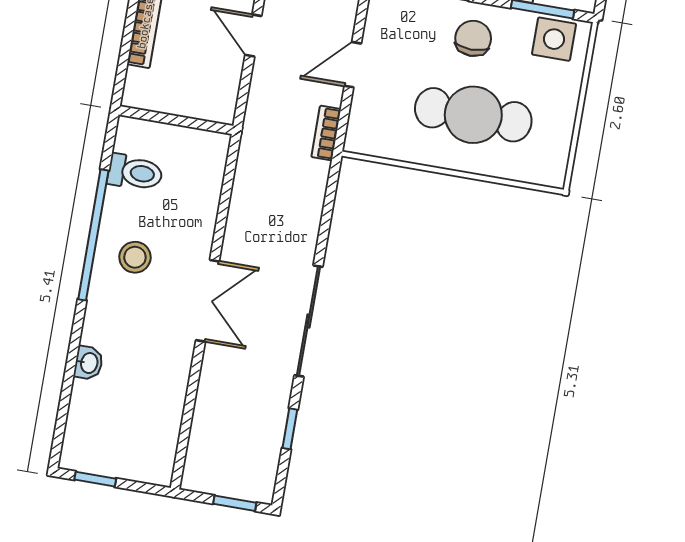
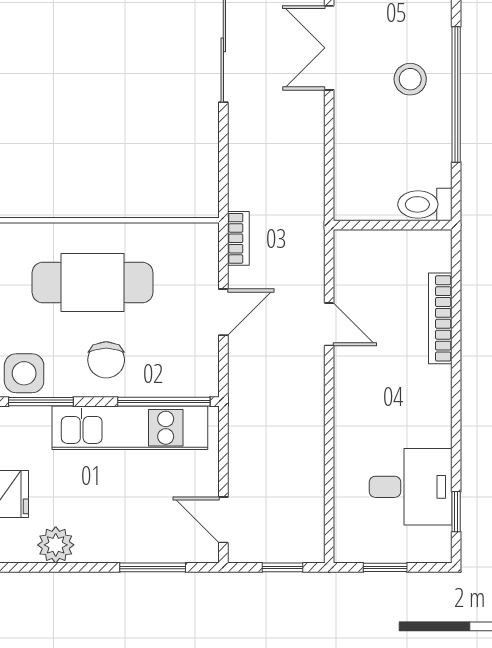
toilet: (135, 172) -> (425, 204), moved

